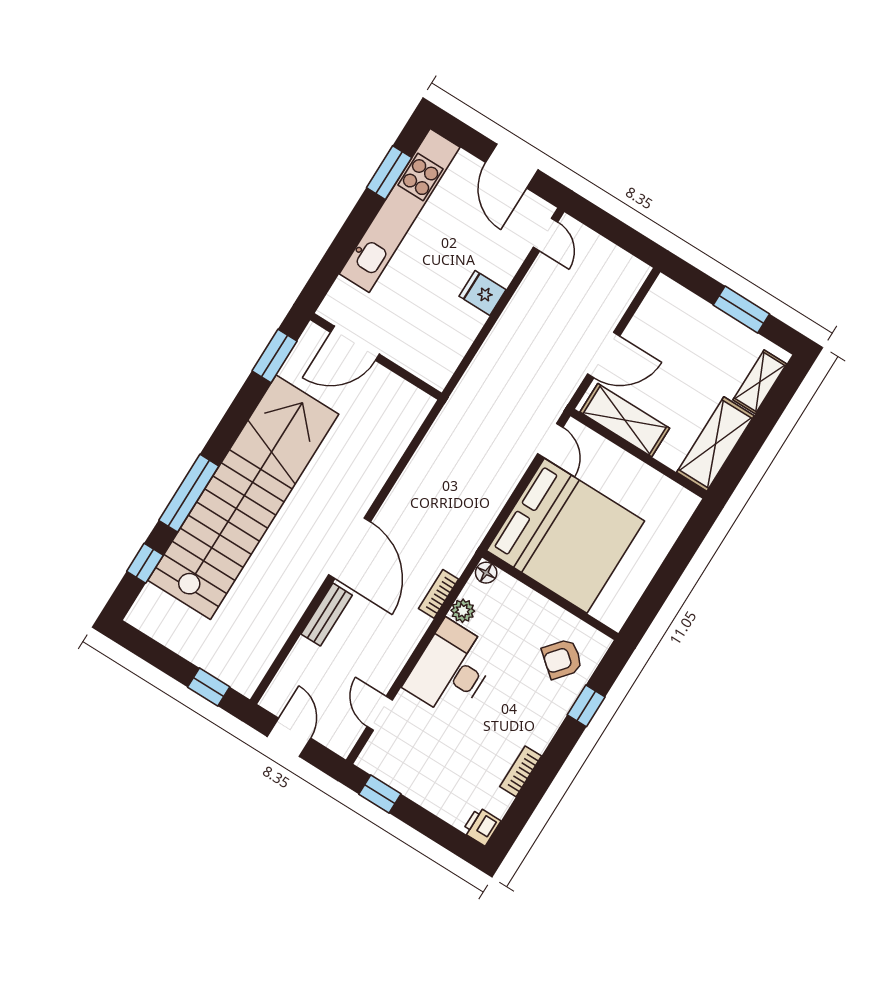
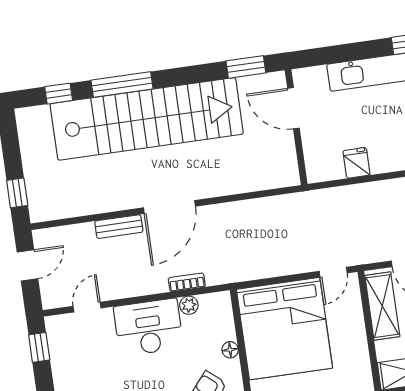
fridge: (483, 293) -> (356, 163), moved
floor lamp: (486, 573) -> (230, 350), moved

